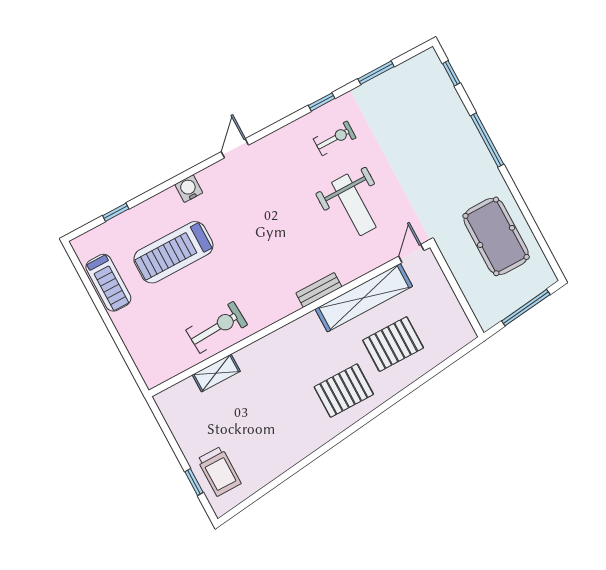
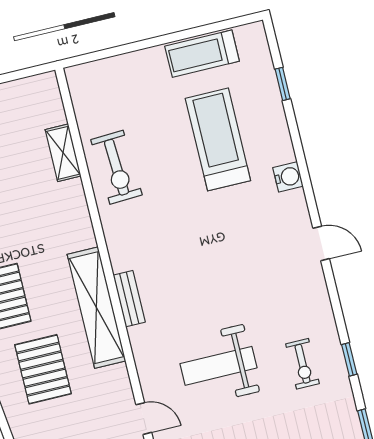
shelving: (364, 298) -> (96, 308), moved

